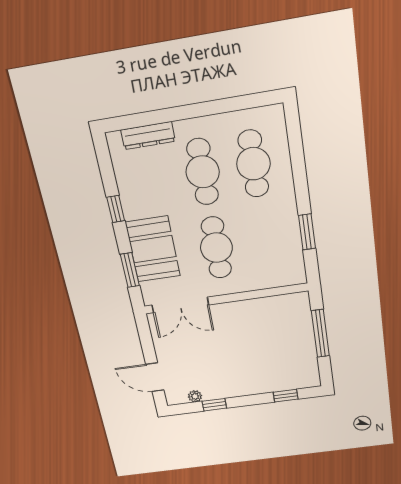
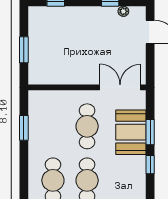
window: (130, 270) -> (150, 132), moved
window: (320, 333) -> (24, 50), width x0.69

